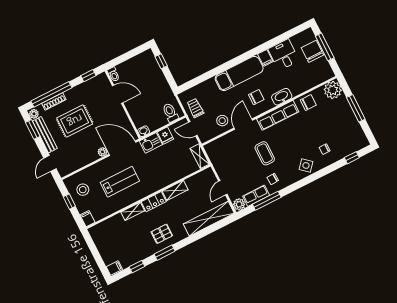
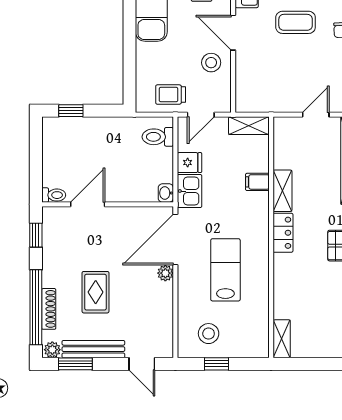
rug: (75, 121) -> (96, 292), width x0.73, depth x0.70
door: (223, 188) -> (316, 115), swing flipped
shelving: (133, 211) -> (282, 339), moved
filing cabinet: (88, 219) -> (257, 182), moved

